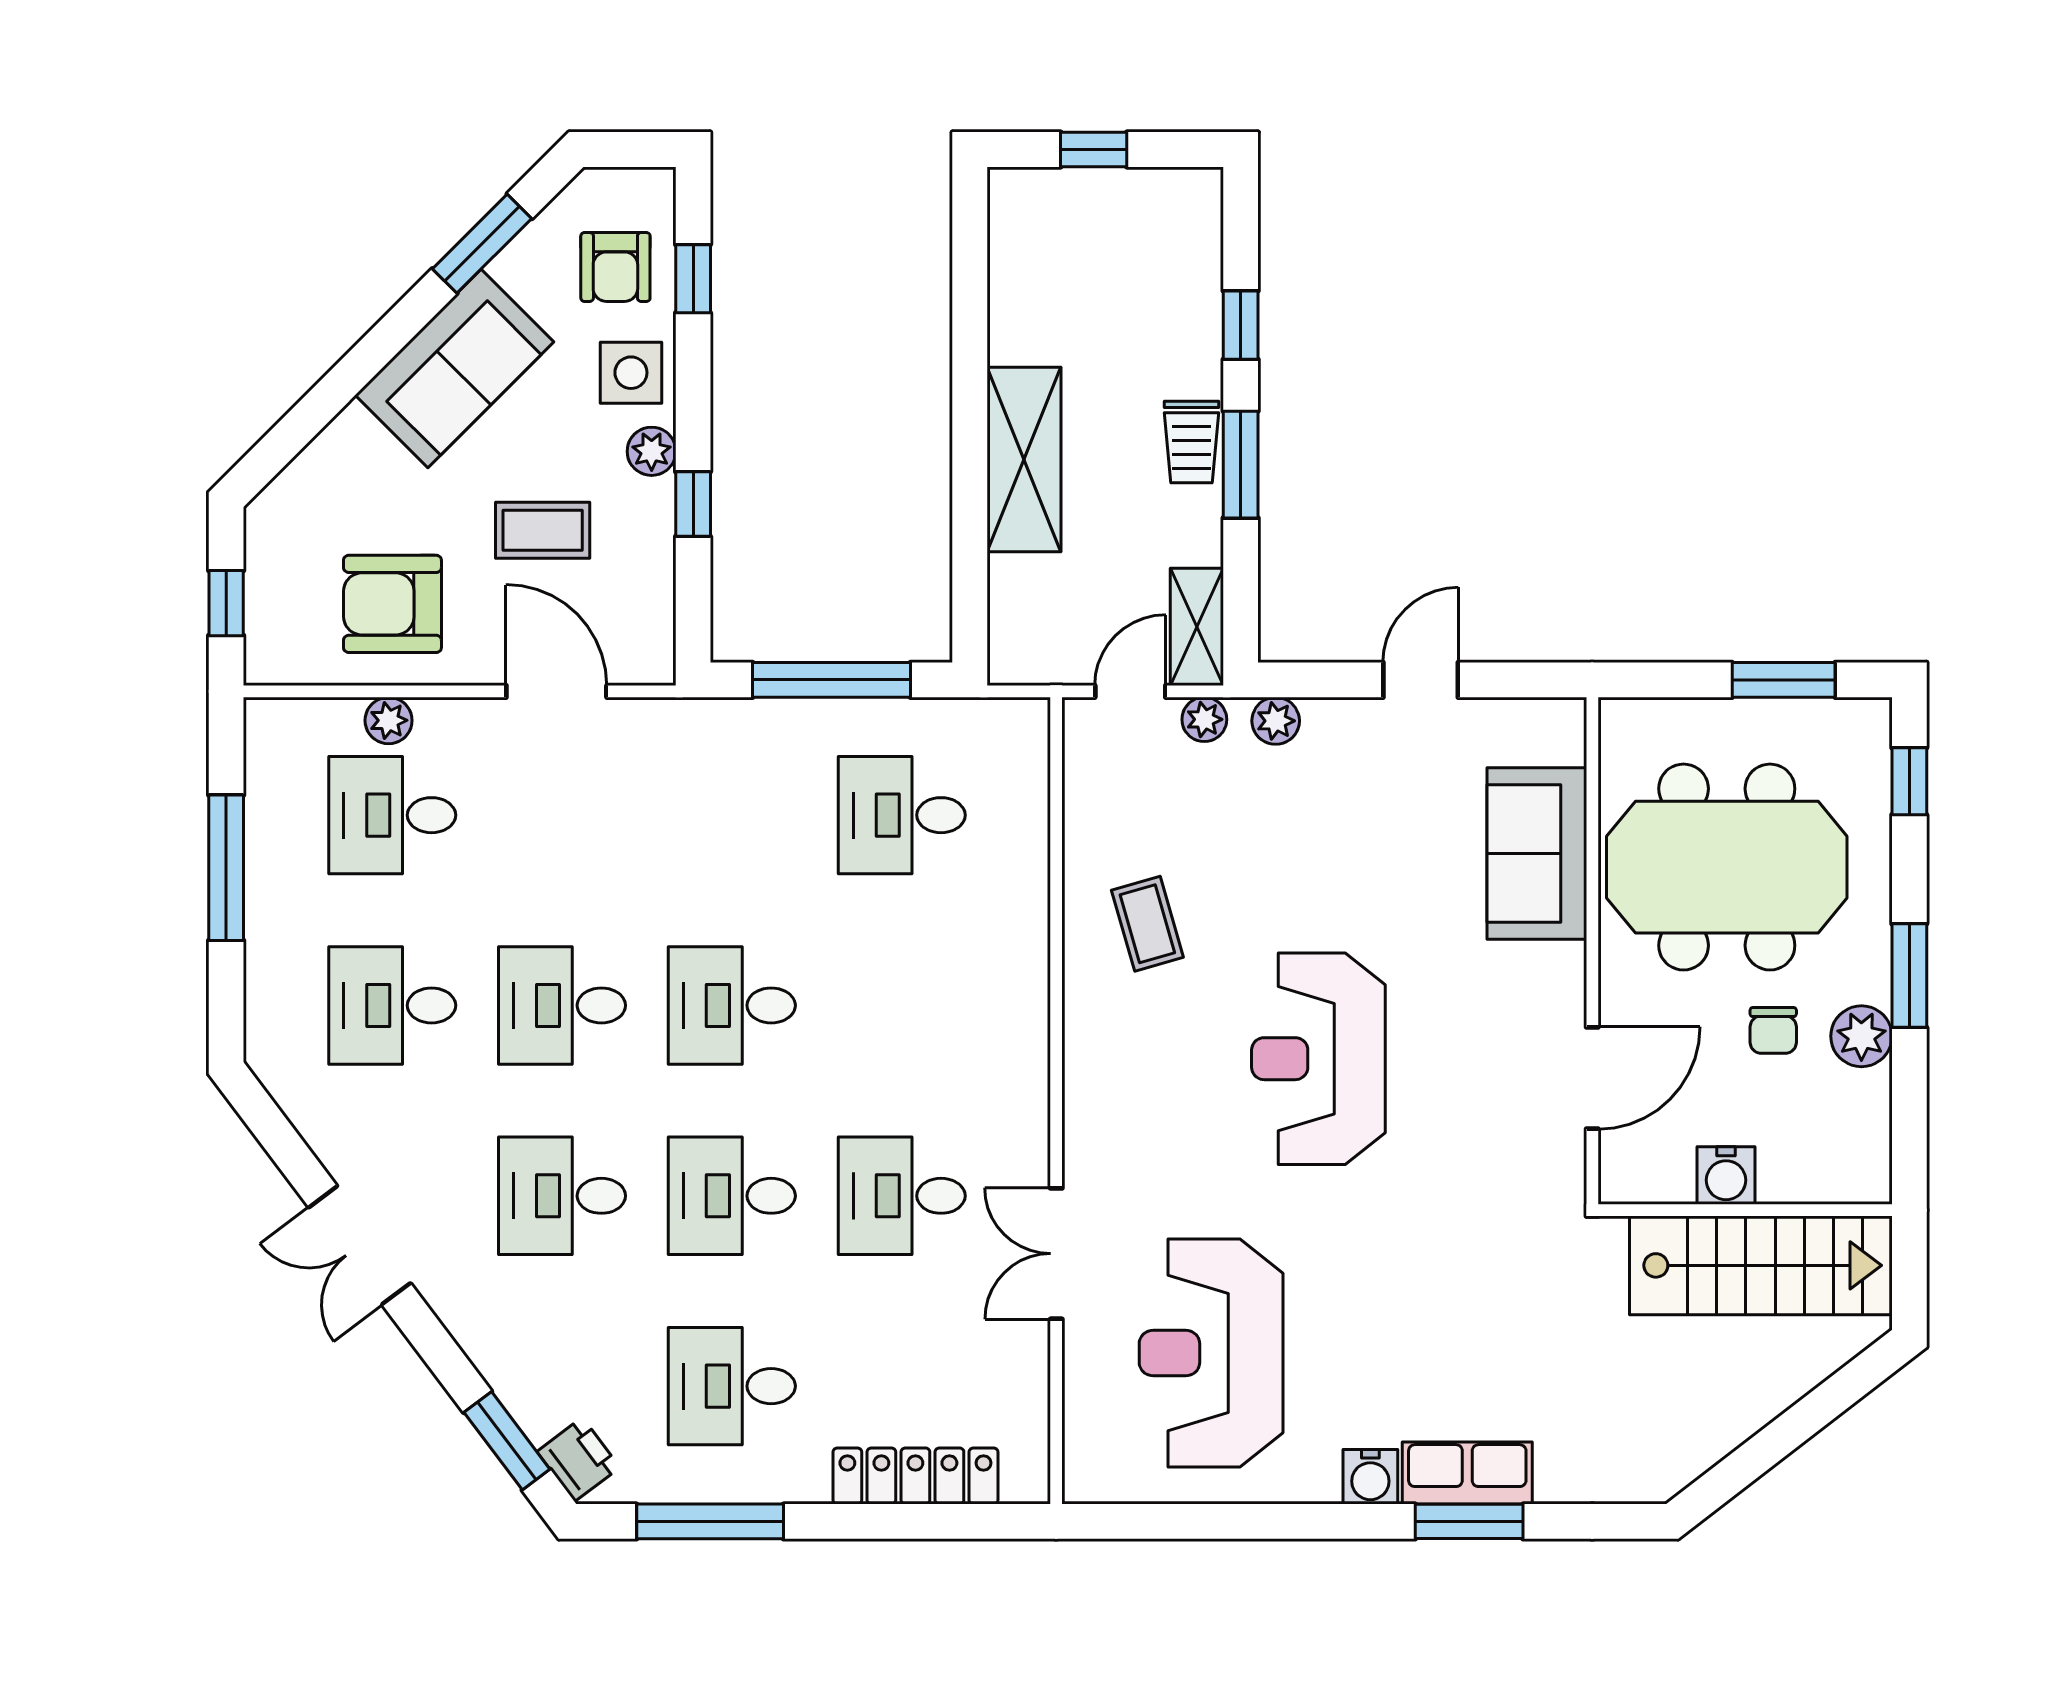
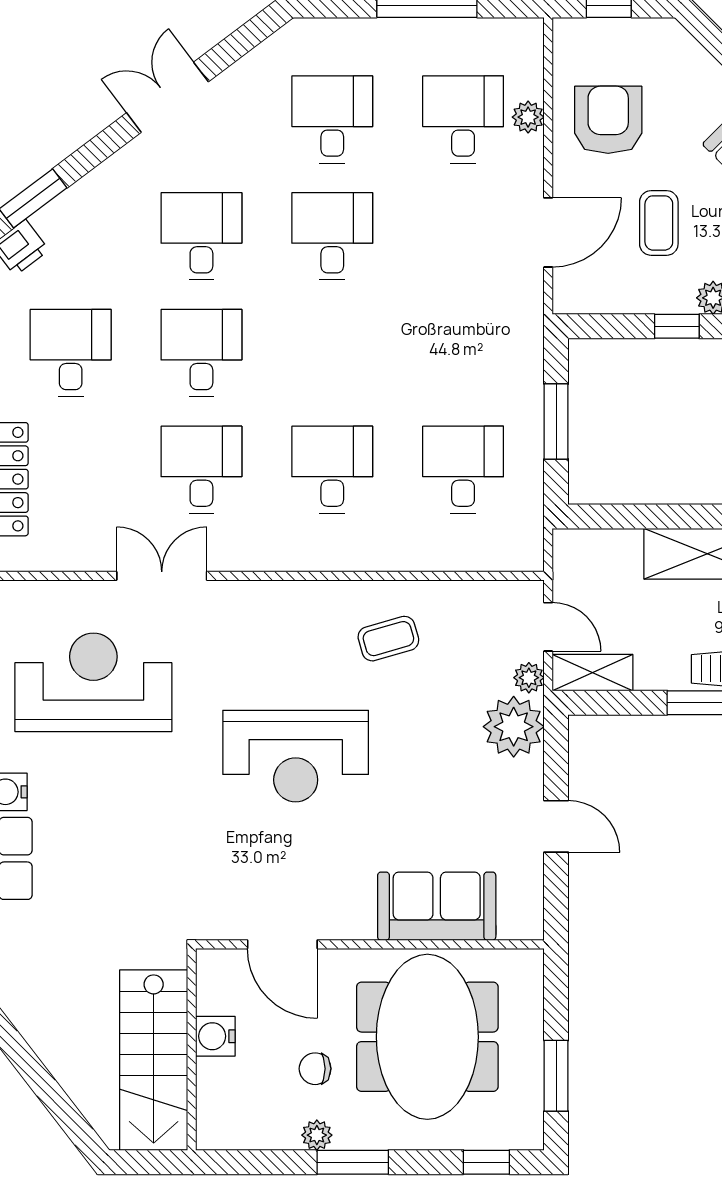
window: (832, 680) -> (556, 421), width x0.69
plant: (1276, 721) -> (514, 727), width x1.88, depth x1.88
desk: (732, 1005) -> (332, 470), moved
plant: (1861, 1036) -> (317, 1135), width x0.73, depth x0.73
reception desk: (1318, 1059) -> (296, 756), turned 180

